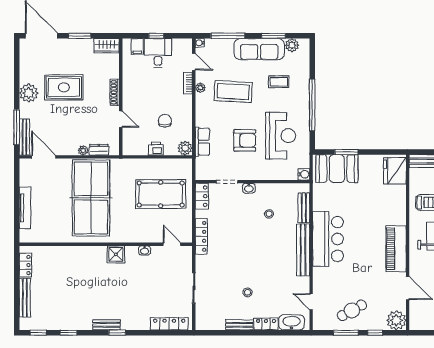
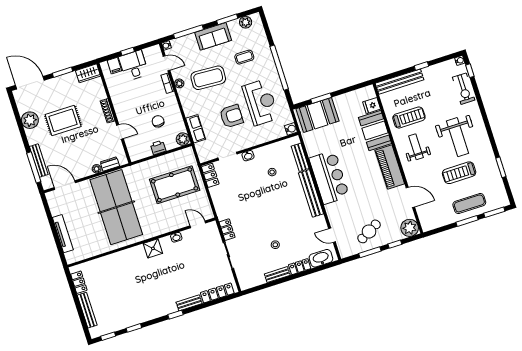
sofa: (259, 49) -> (213, 36), width x0.73
plant: (29, 93) -> (30, 120), moved
bench: (24, 137) -> (39, 161), moved
fridge: (395, 171) -> (372, 106), width x0.53, depth x0.75
booth: (393, 205) -> (375, 131), added
locker: (201, 236) -> (227, 230), moved, width x0.66
bench: (106, 325) -> (189, 303), moved

